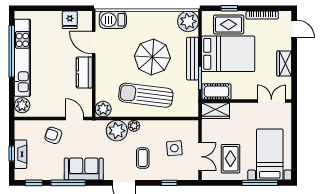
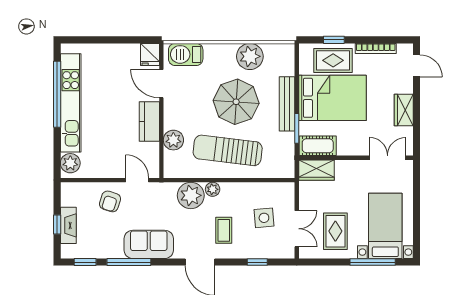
fridge: (70, 20) -> (150, 54), moved
plant: (188, 21) -> (250, 56), moved
plant: (103, 109) -> (173, 140), moved
armchair: (53, 135) -> (110, 201), turned -92

